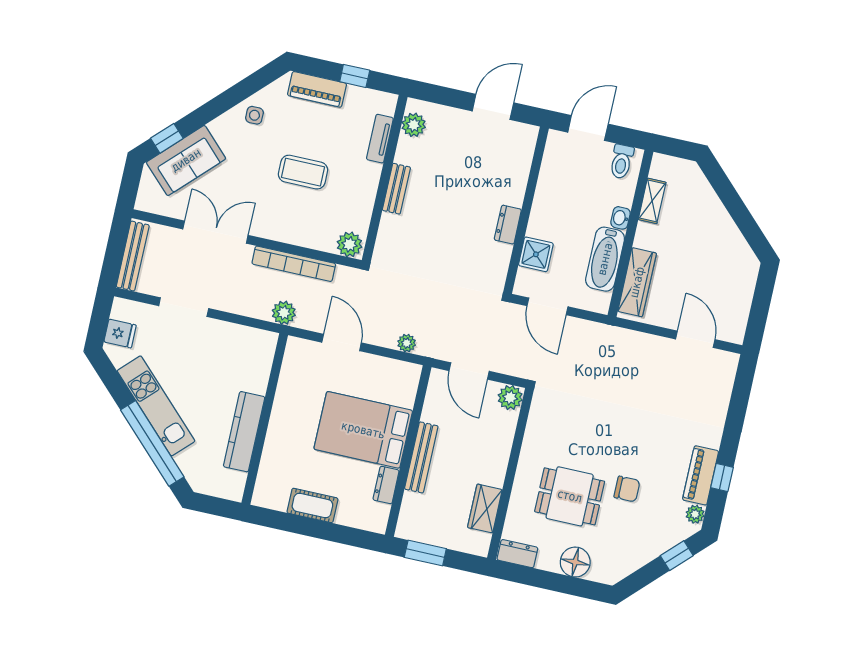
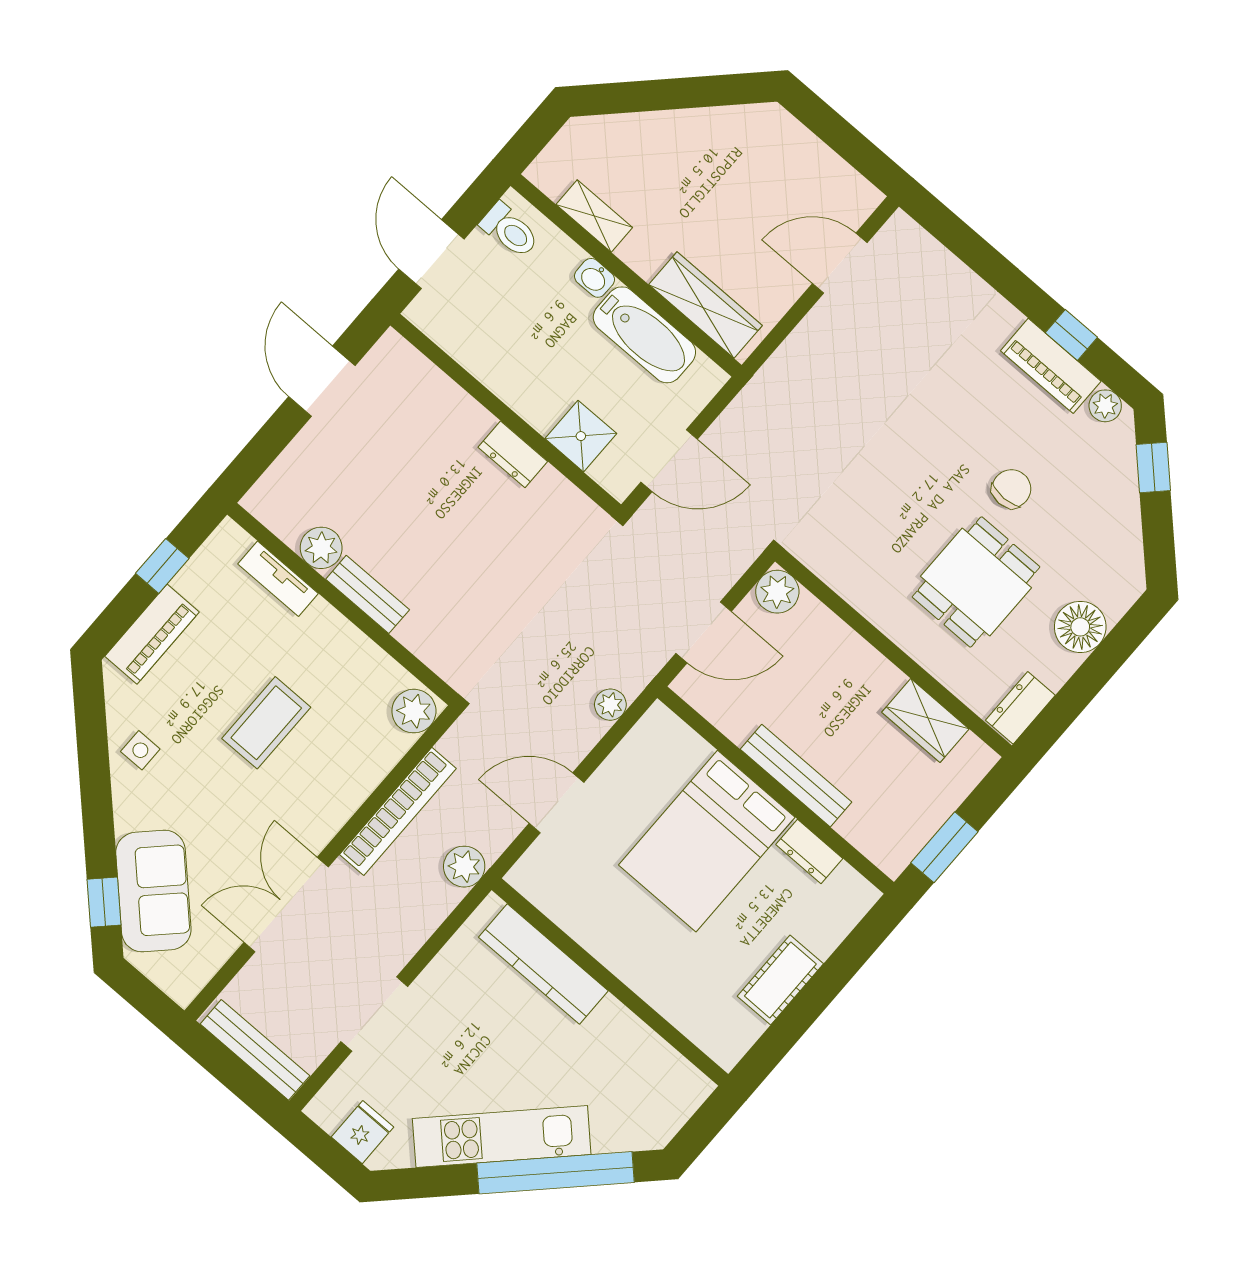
plant: (414, 125) -> (321, 548), moved
kitchen counter: (244, 432) -> (543, 964), moved

